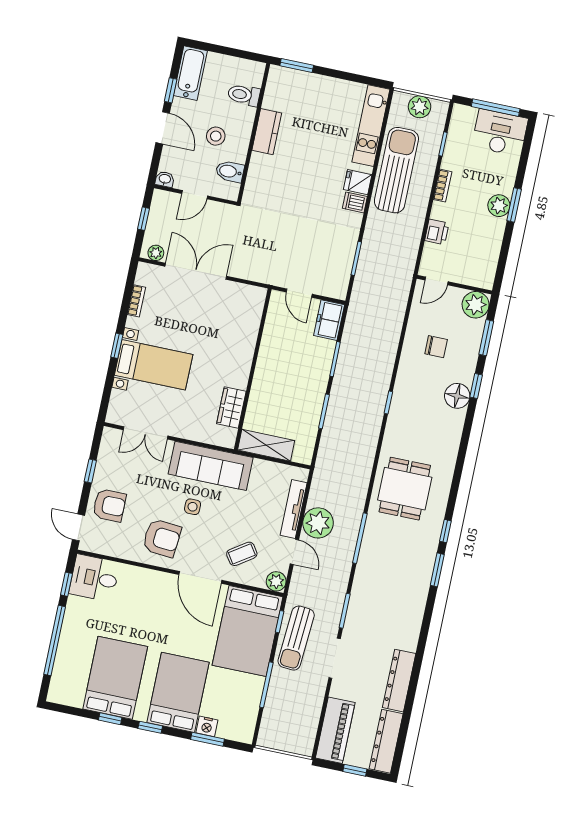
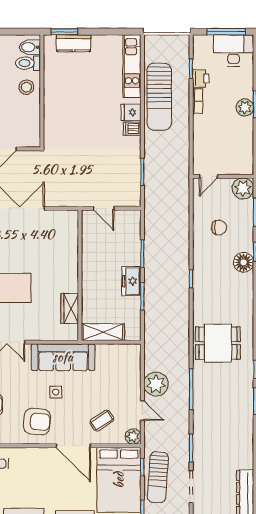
plant: (420, 107) -> (167, 44), removed
kitchen counter: (267, 132) -> (74, 43), moved, turned 90
stool: (216, 136) -> (26, 87), moved
sun lounger: (396, 170) -> (159, 97), turned 180
bidet: (230, 171) -> (30, 47), moved
printer: (437, 232) -> (201, 79), moved
freezer: (329, 320) -> (131, 281), moved
dining table: (405, 489) -> (218, 343), turned 90
tv unit: (294, 509) -> (135, 377), removed

